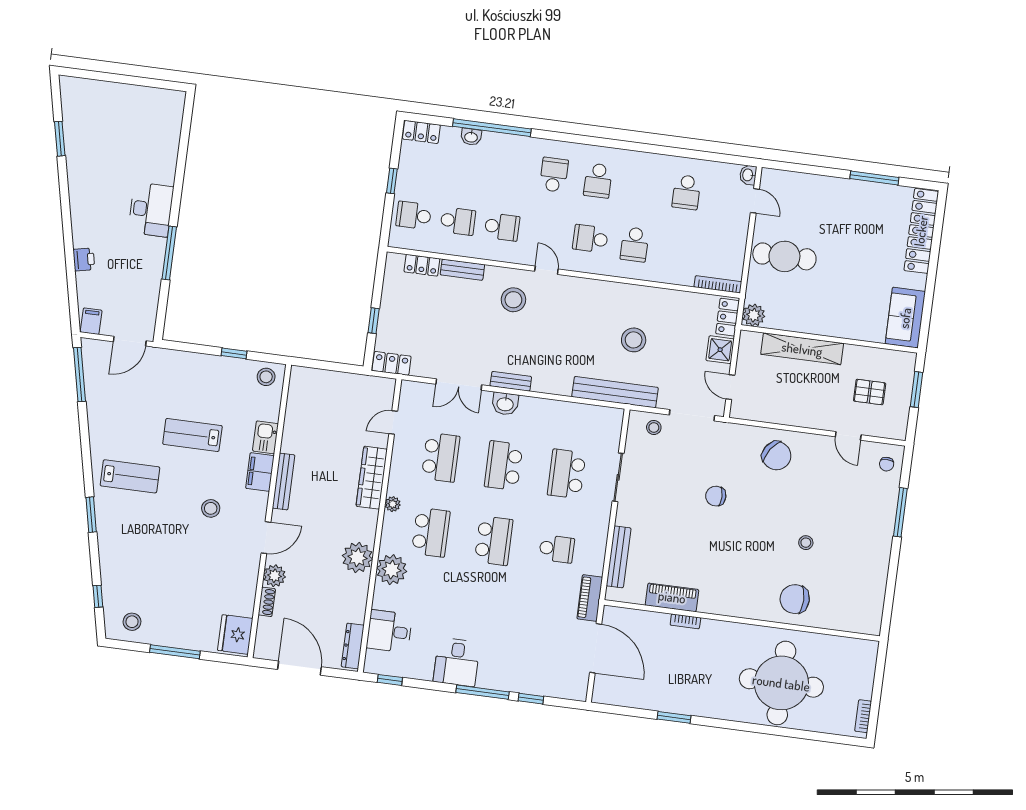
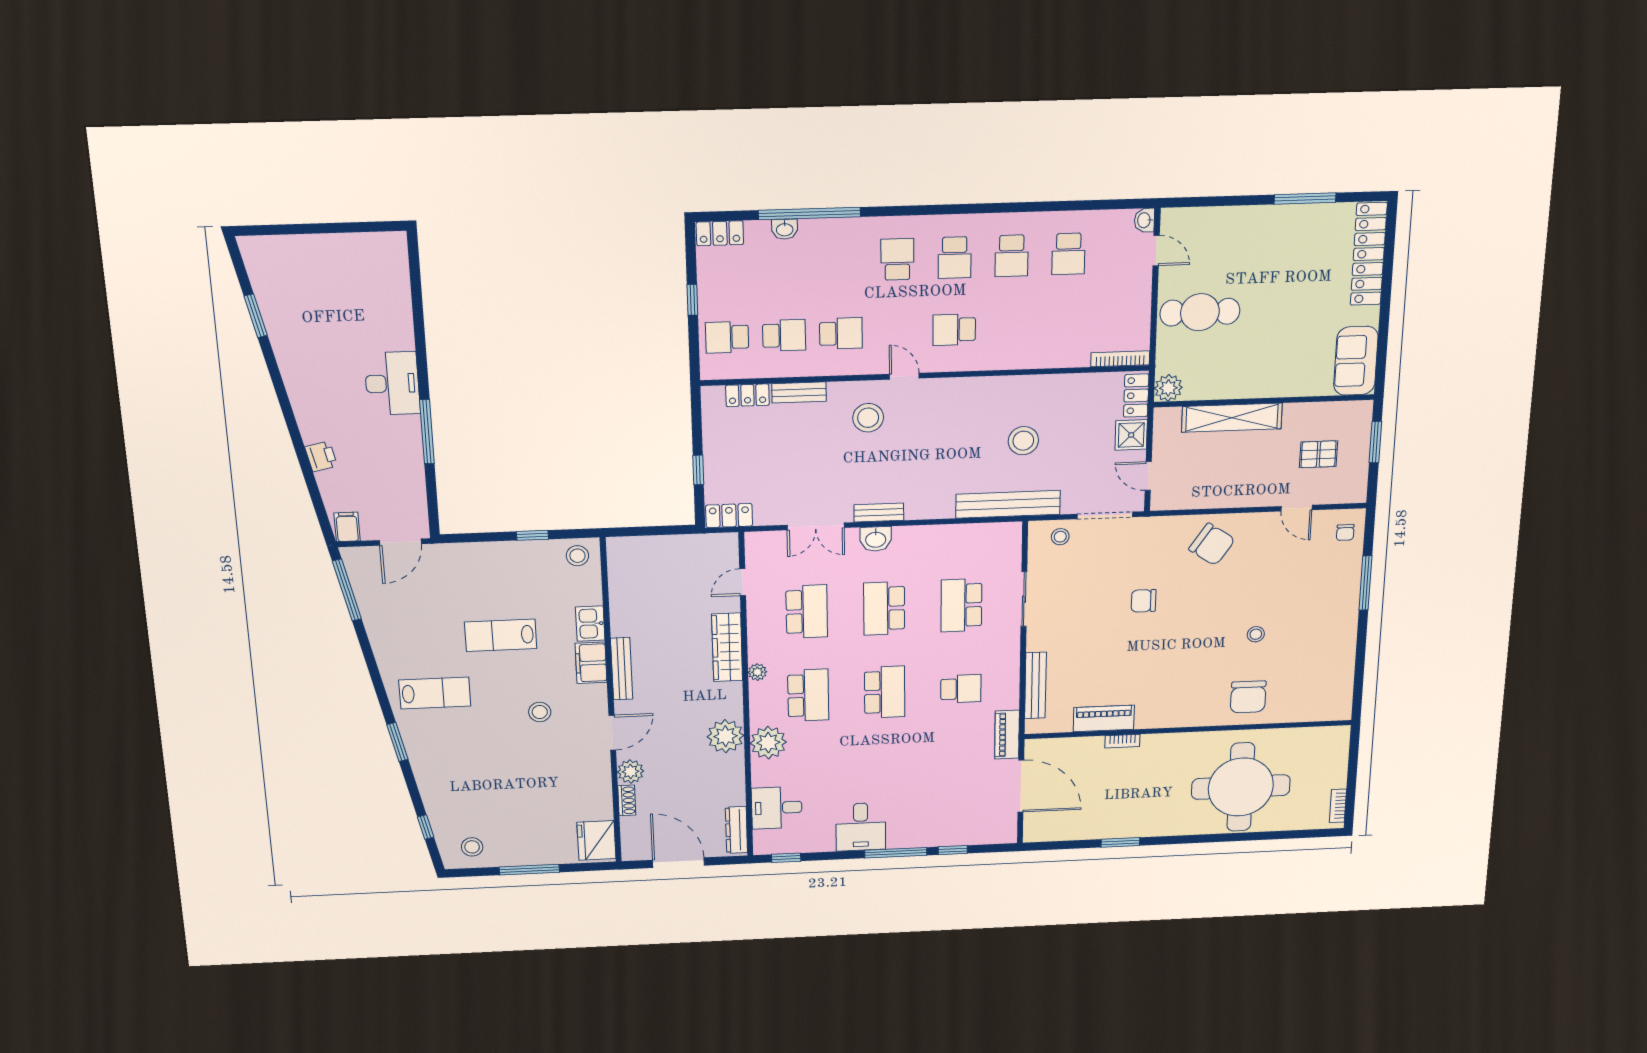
school desk: (635, 244) -> (1012, 256), moved
chair: (795, 599) -> (1248, 697), turned -90

